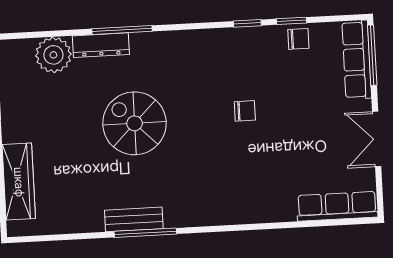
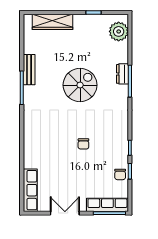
dresser: (101, 45) -> (123, 74), width x0.70
plant: (53, 55) -> (119, 31), moved
bench: (134, 219) -> (29, 70), moved

